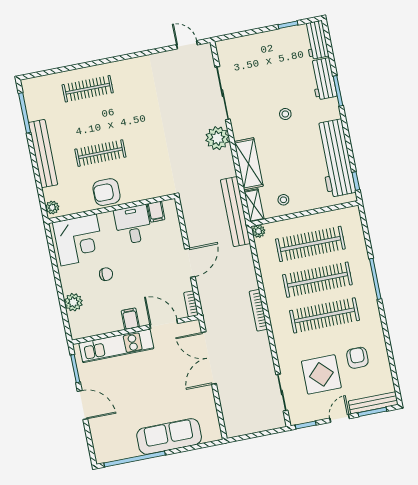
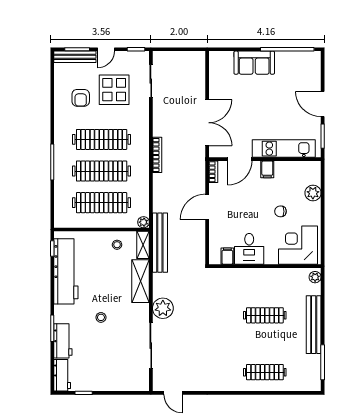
armchair: (107, 192) -> (266, 281), removed
door: (164, 324) -> (240, 159), hinge flipped
sofa: (169, 436) -> (254, 63), width x0.73

